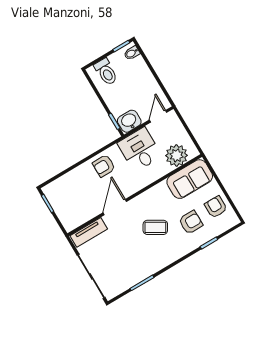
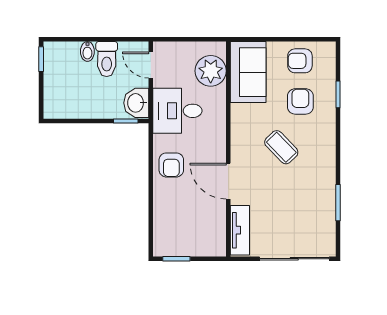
bidet: (132, 53) -> (87, 51), moved
toilet: (106, 72) -> (107, 59), moved, turned 90
coffee table: (155, 227) -> (281, 147), turned -75

